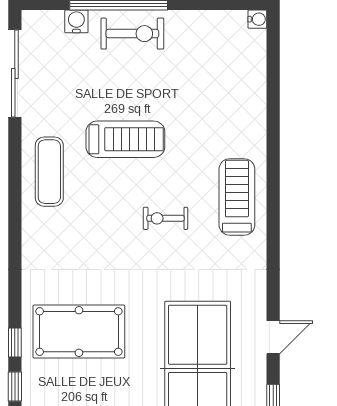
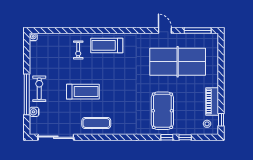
treadmill: (125, 139) -> (83, 92), turned 90
exercise bike: (165, 218) -> (78, 50), moved

